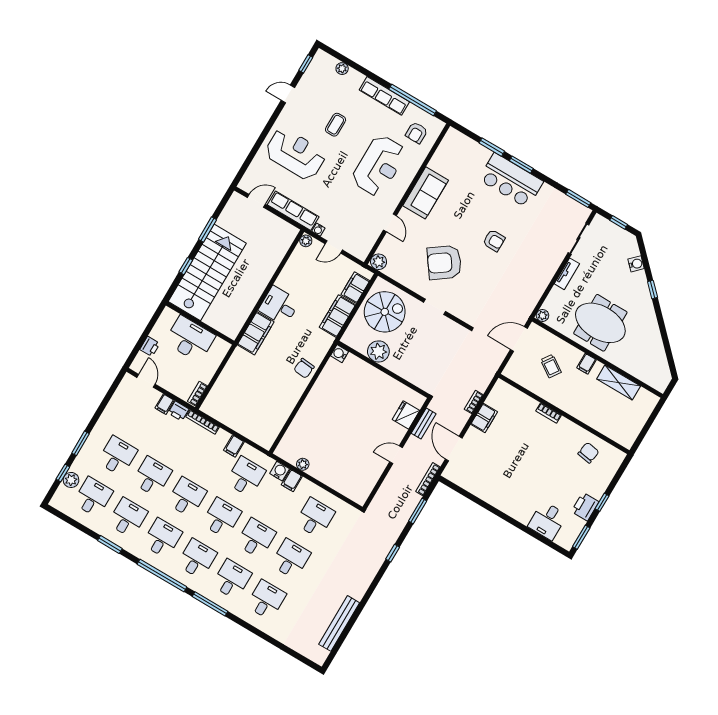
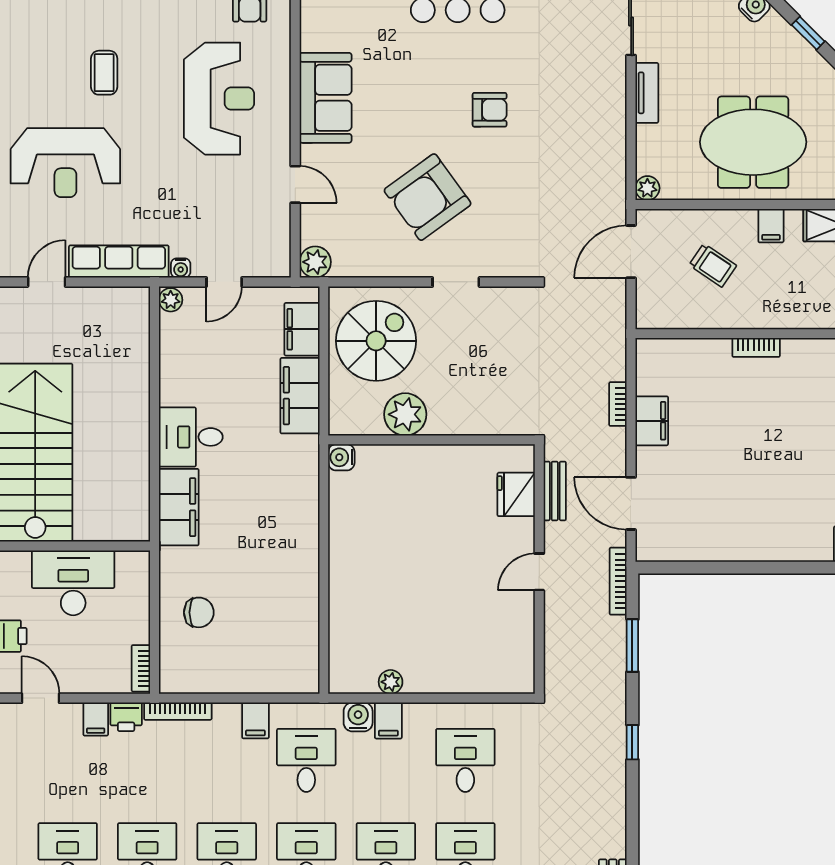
reception desk: (295, 154) -> (65, 163), turned 180
chair: (304, 368) -> (199, 612), moved, turned -96

